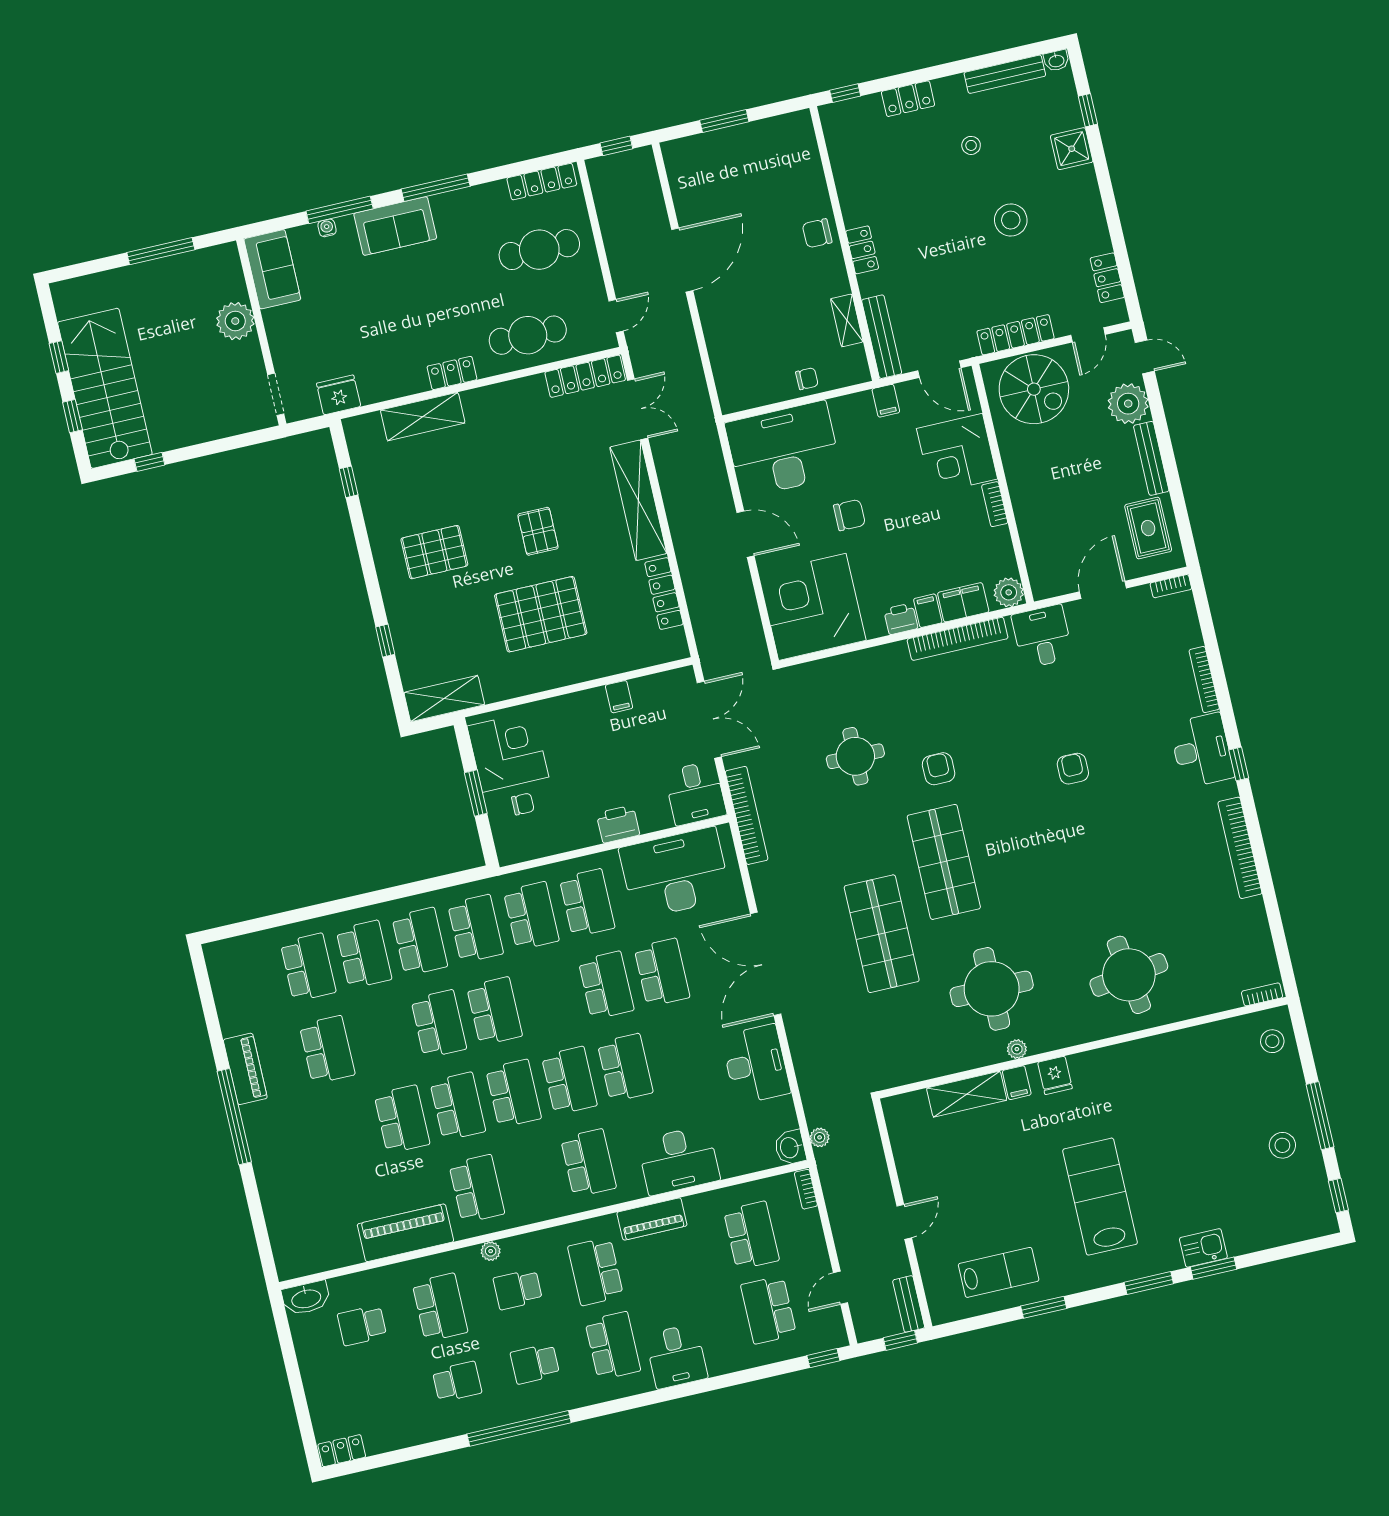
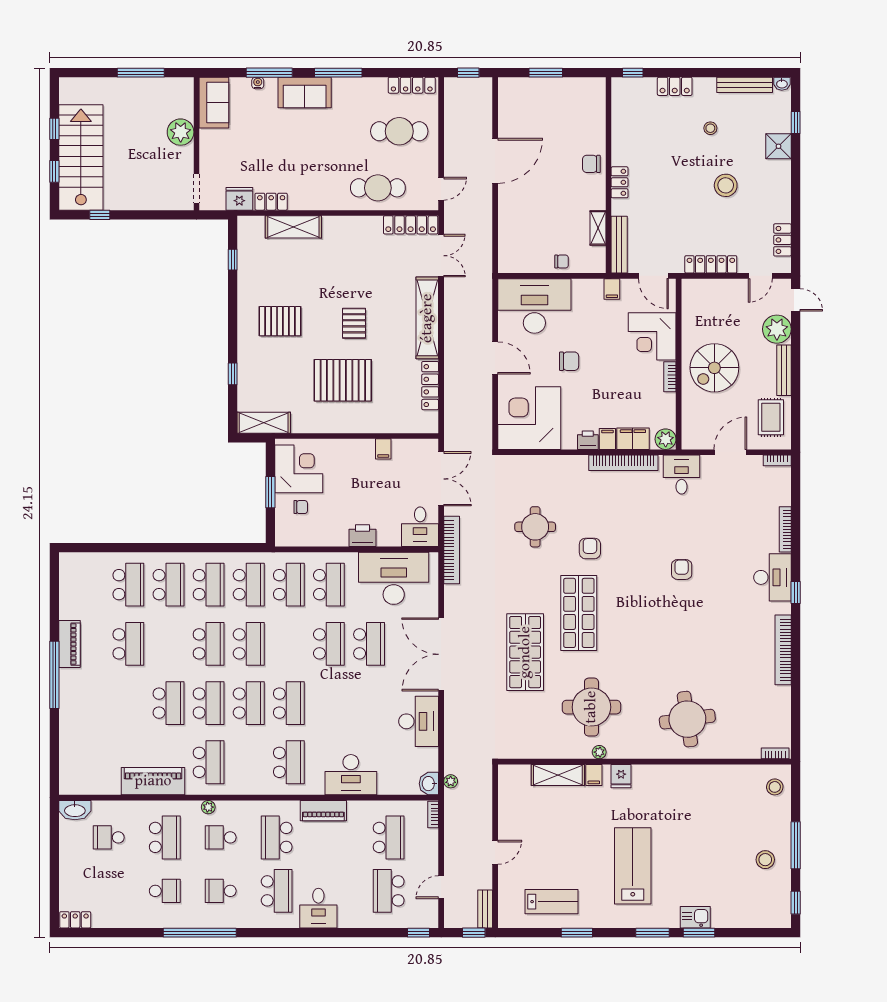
locker: (452, 373) -> (271, 202), moved
spiral stairs: (1034, 389) -> (714, 368), moved, turned 90
school desk: (625, 1068) -> (329, 703), removed

